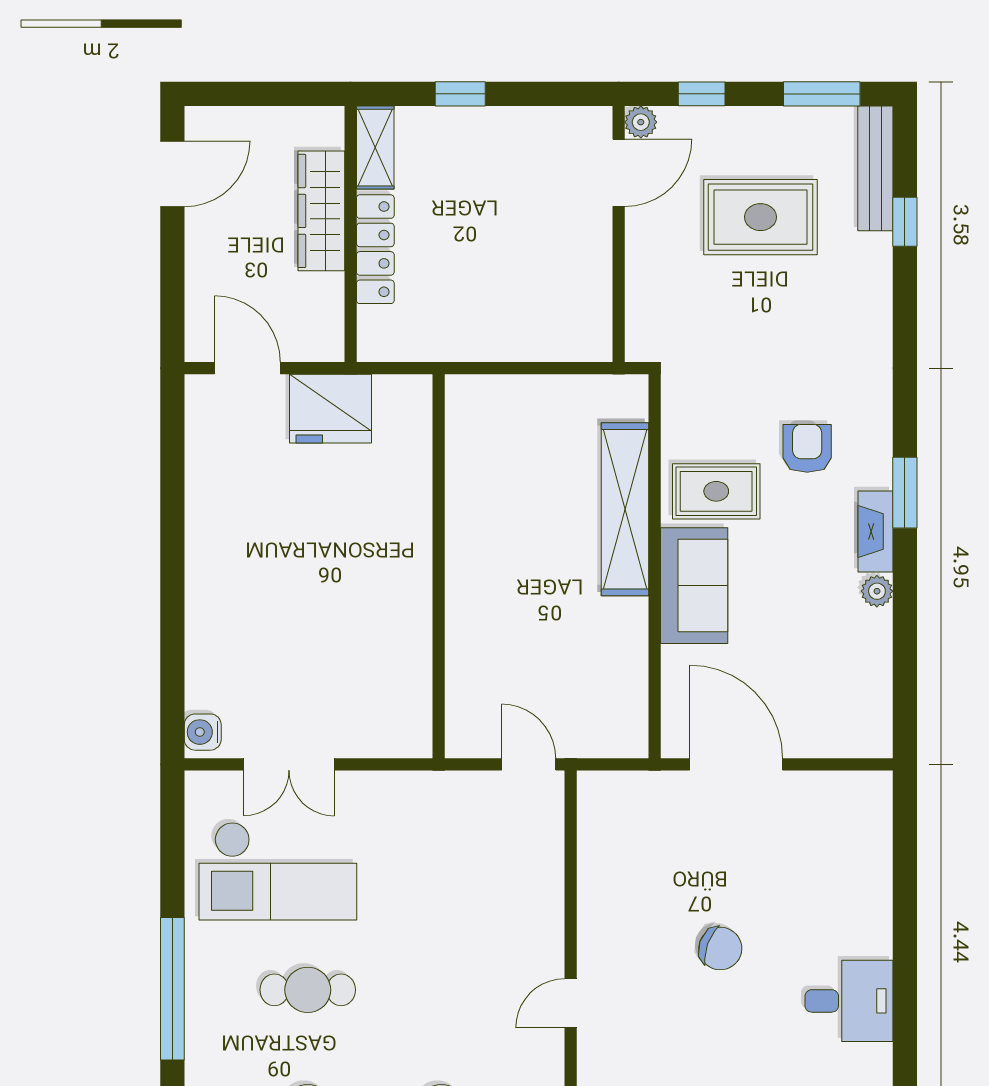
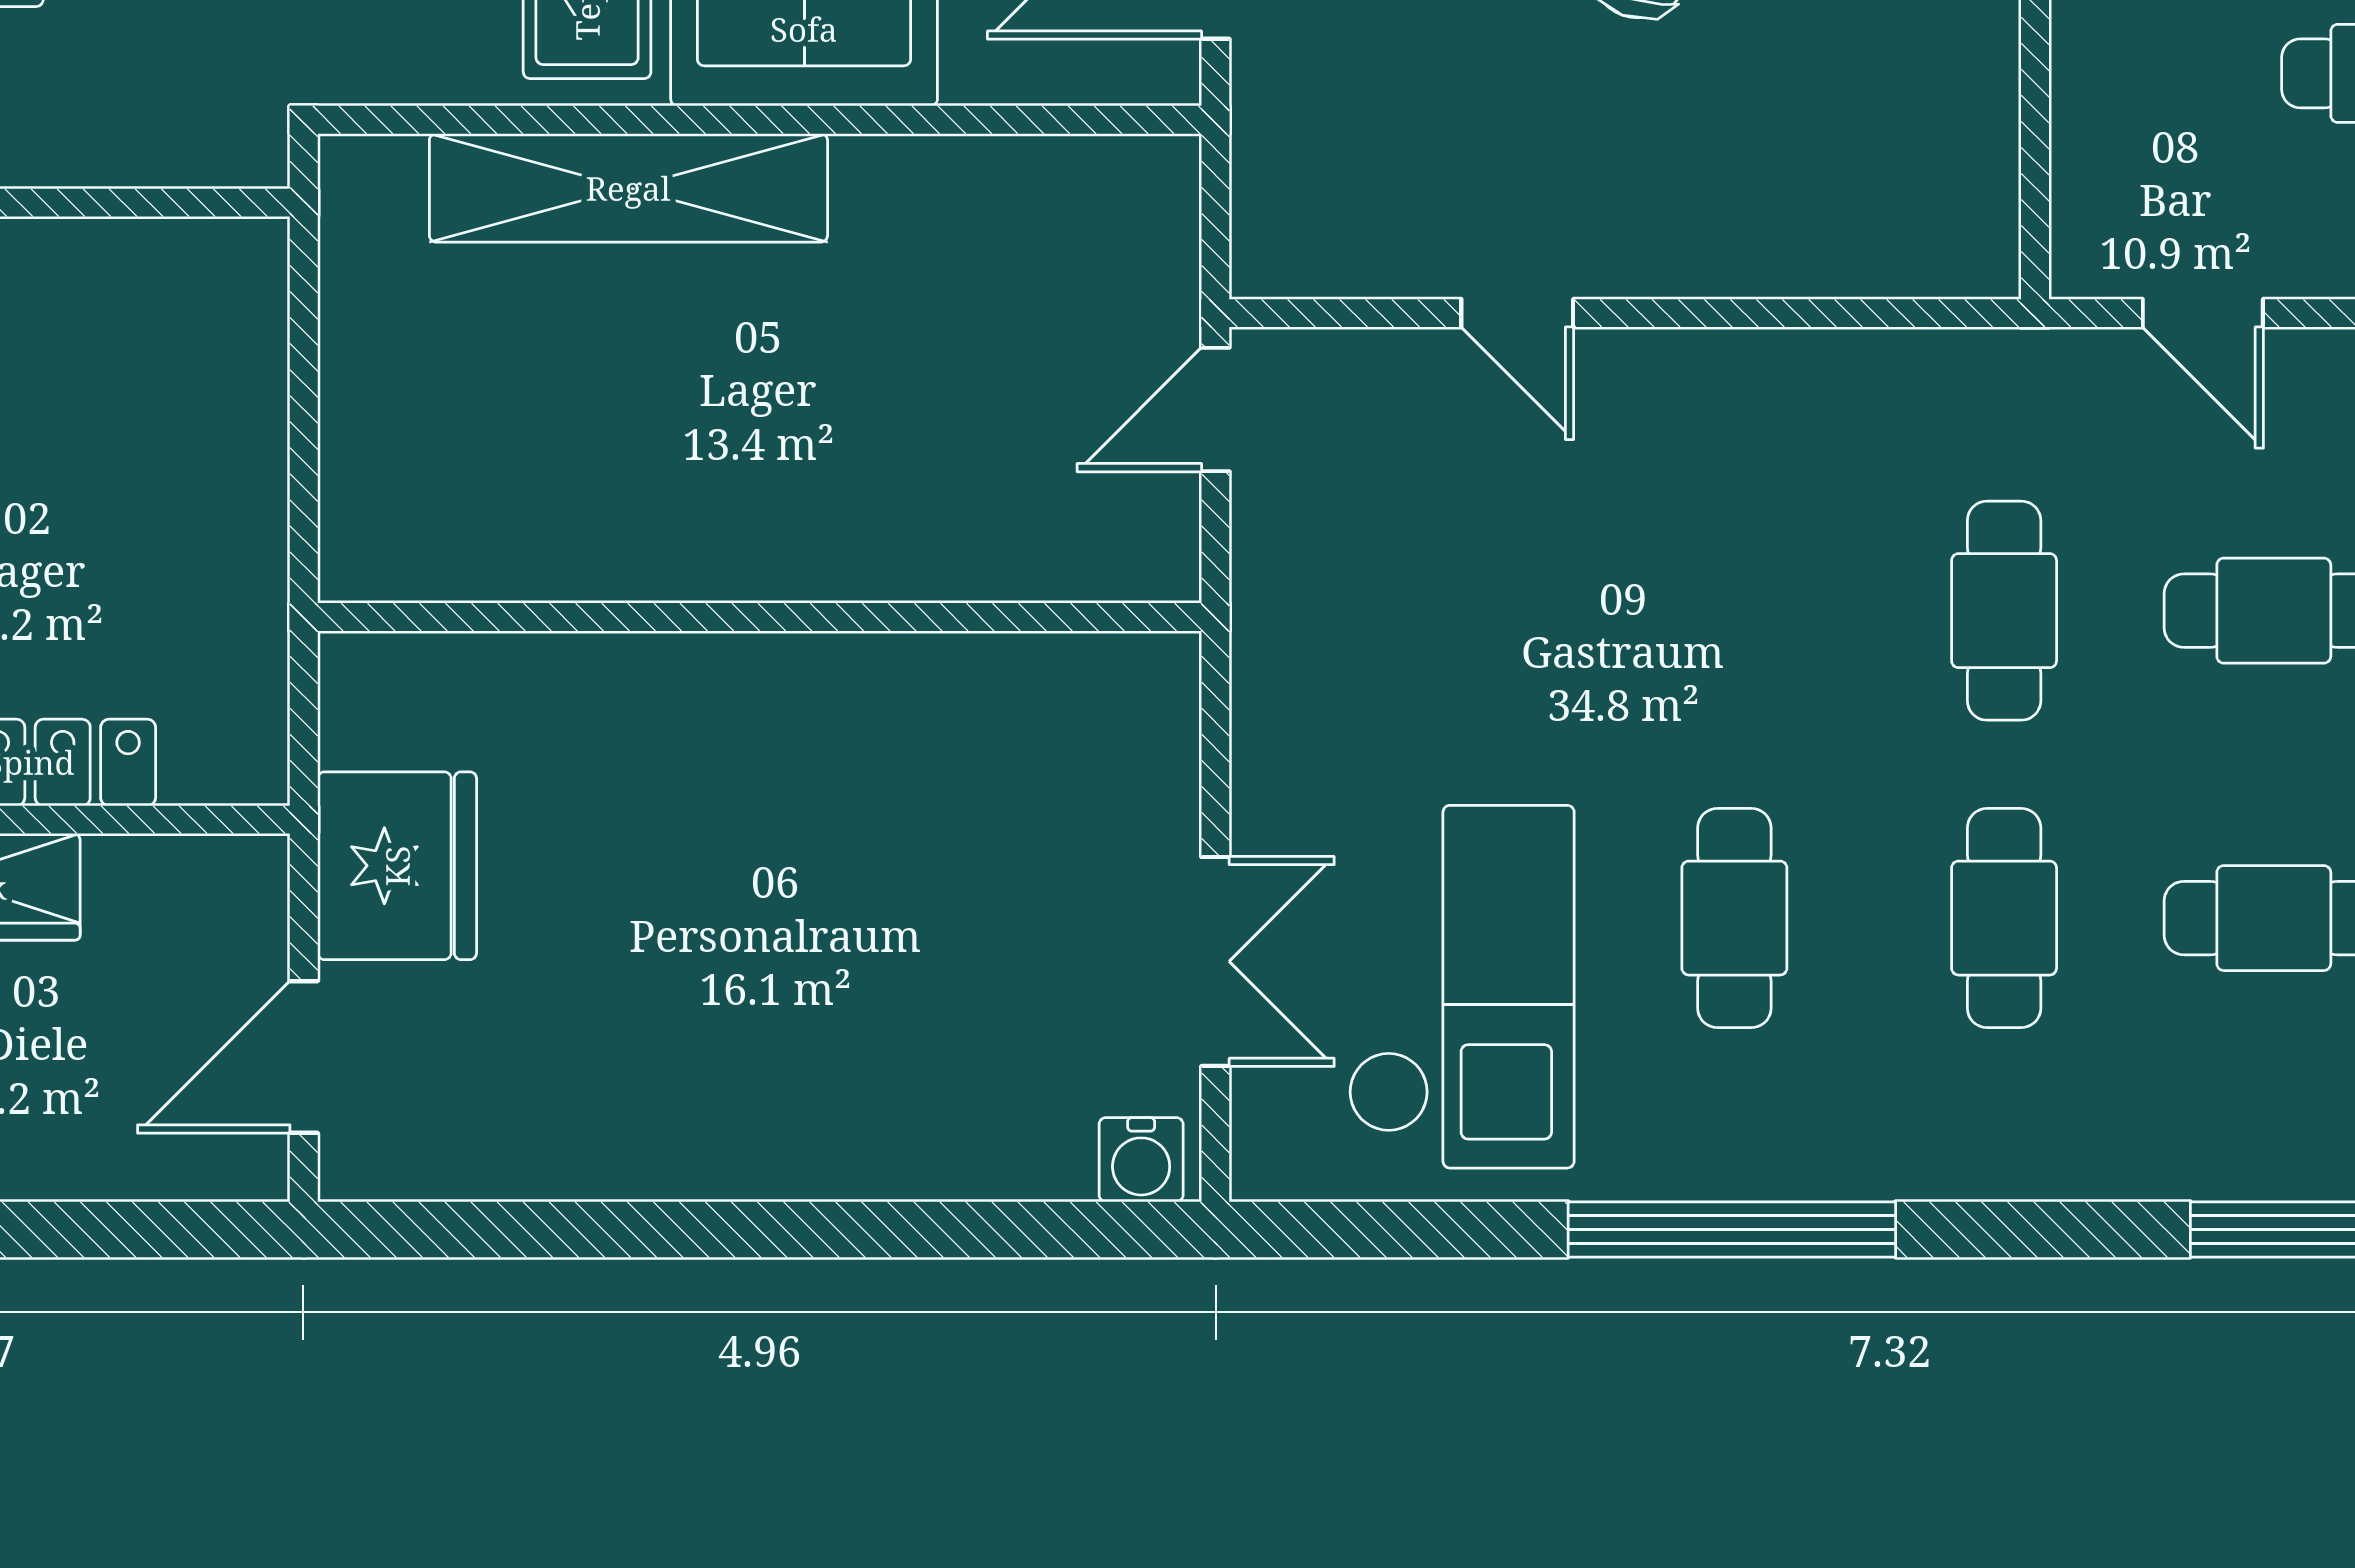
door: (571, 1003) -> (1517, 313), moved

